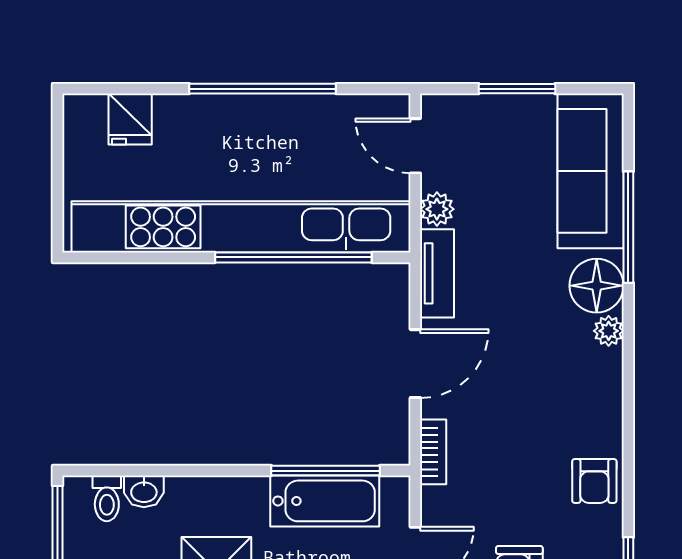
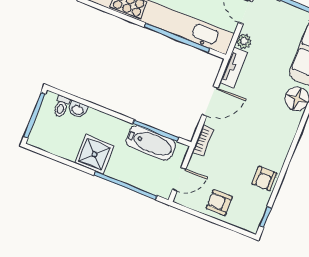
plant: (609, 331) -> (295, 119), removed

